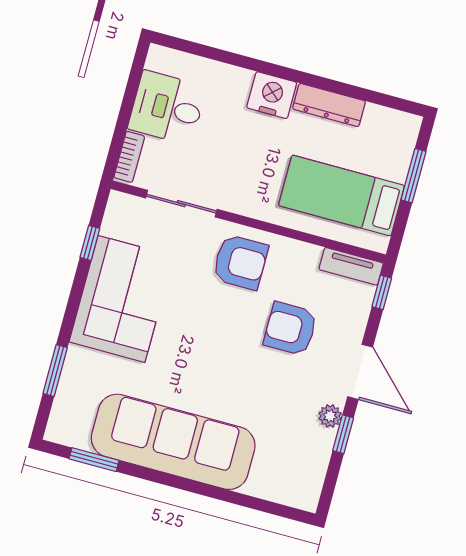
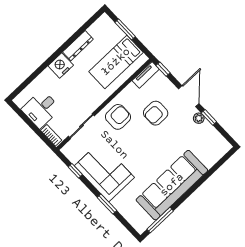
window: (55, 371) -> (107, 204), moved
door: (360, 372) -> (189, 96), hinge flipped
window: (94, 460) -> (160, 220), width x1.44

